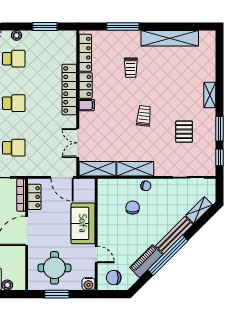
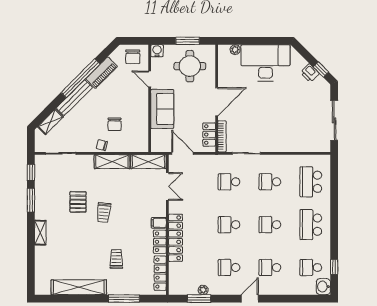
plant: (17, 35) -> (203, 290), moved
pallet: (184, 132) -> (78, 202), moved
chair: (114, 278) -> (133, 57), turned 90

